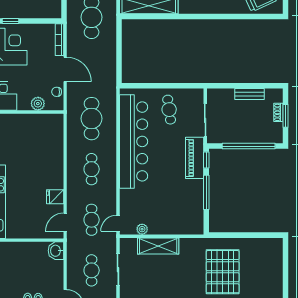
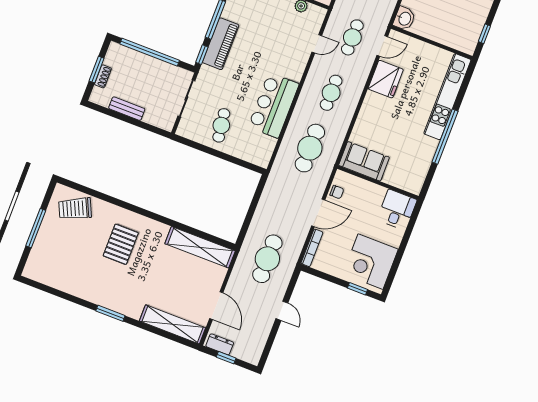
door: (65, 69) -> (318, 213), swing flipped
plant: (38, 104) -> (362, 187), removed
sofa: (44, 125) -> (364, 161), added
bar counter: (134, 141) -> (274, 105), width x0.54
piano: (195, 158) -> (221, 44), moved
fridge: (55, 197) -> (386, 79), width x1.88, depth x1.34
door: (118, 223) -> (317, 44), moved

